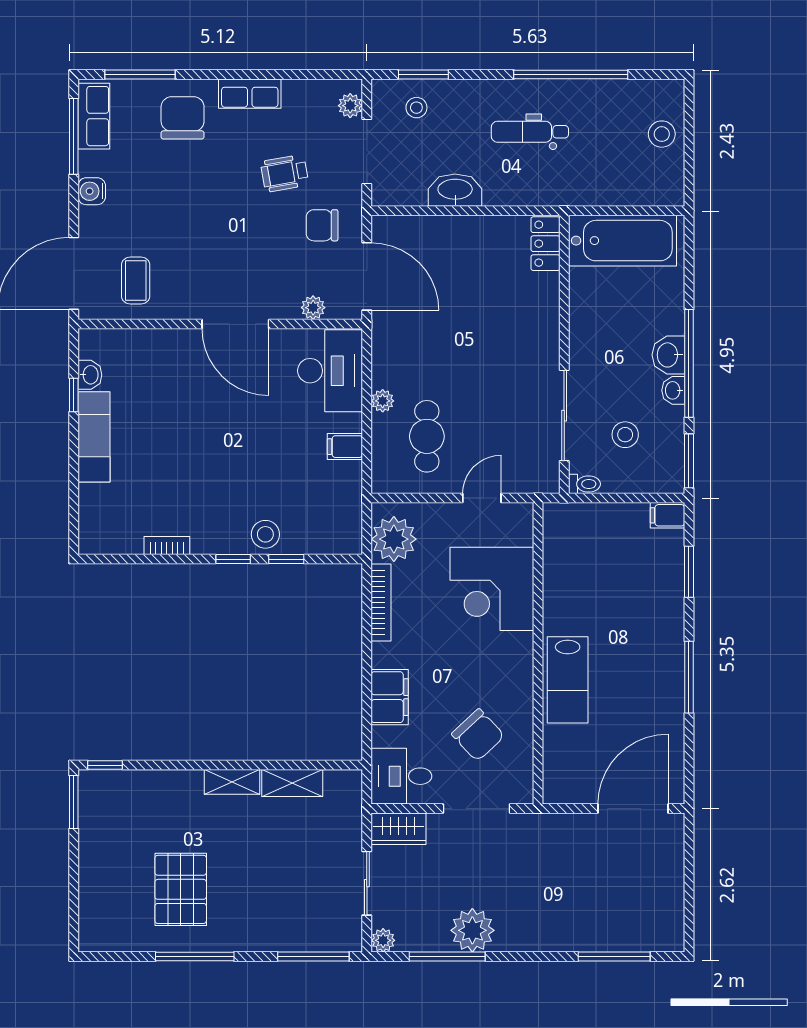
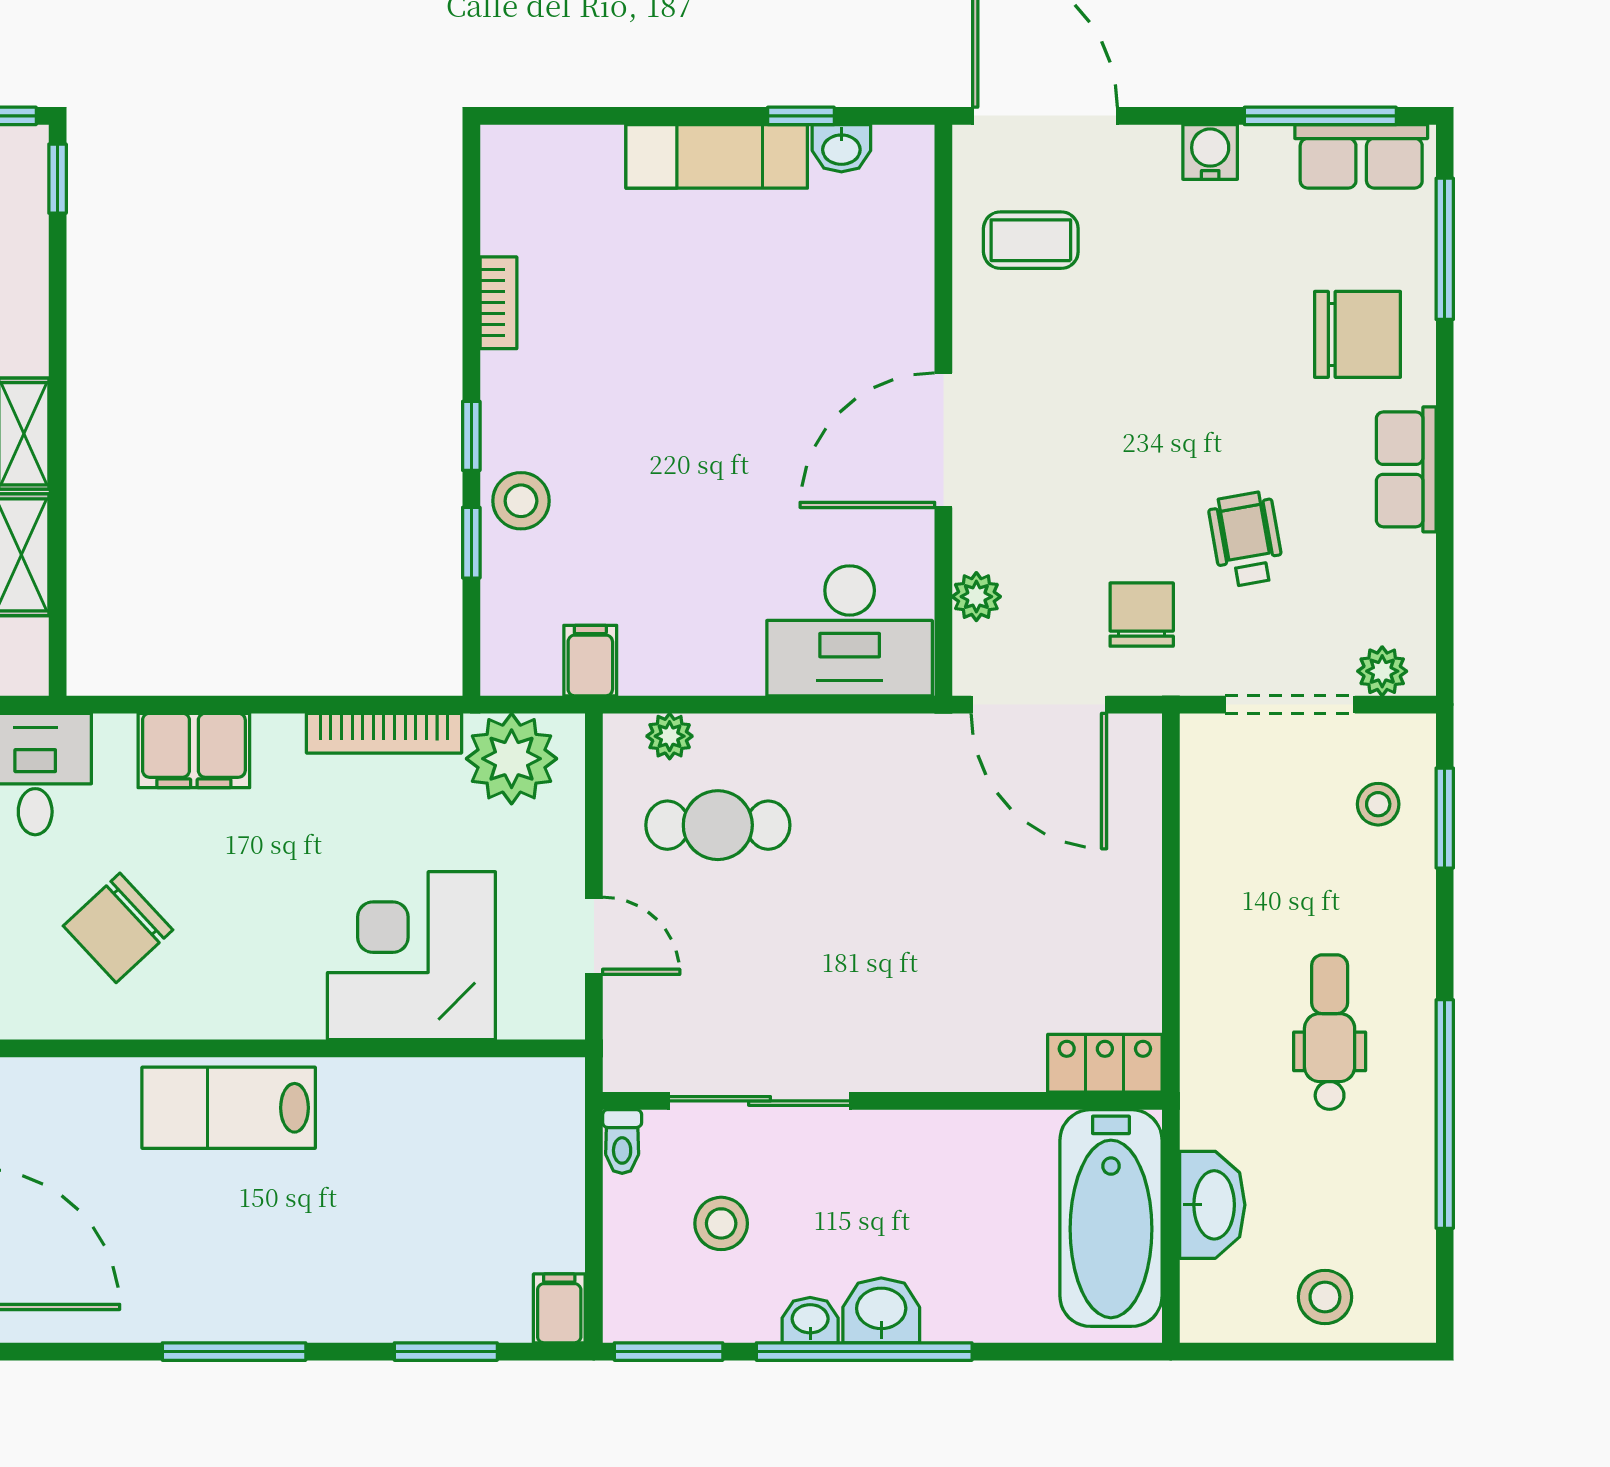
washbasin: (455, 190) -> (1212, 1205), moved
door: (367, 276) -> (1039, 705), hinge flipped
plant: (383, 401) -> (670, 736), moved
filing cabinet: (345, 447) -> (590, 661), moved

